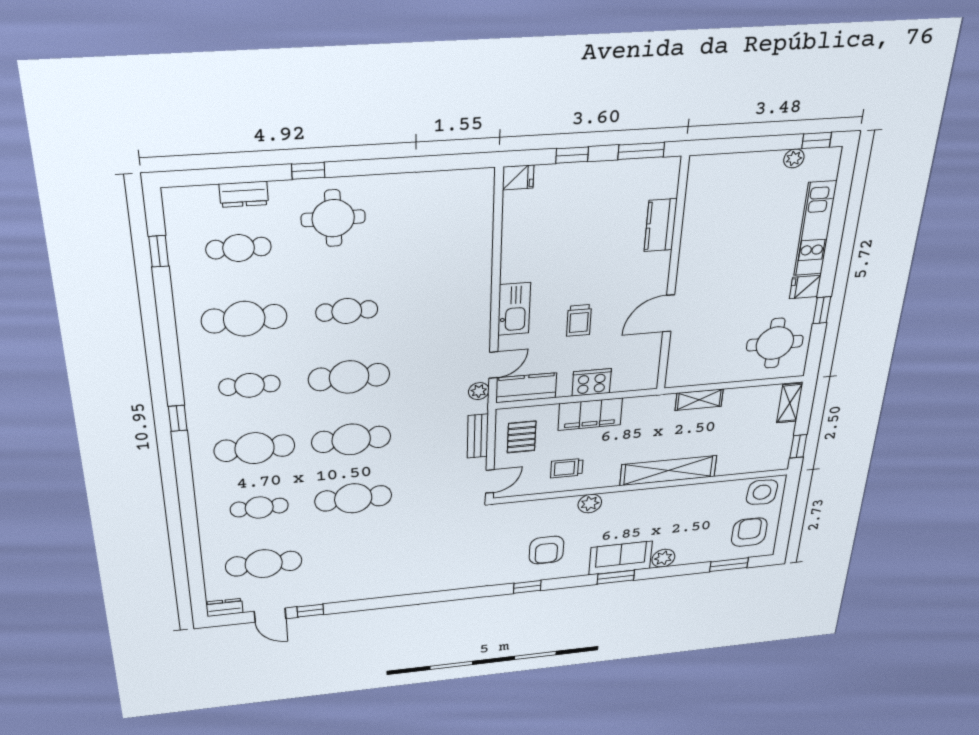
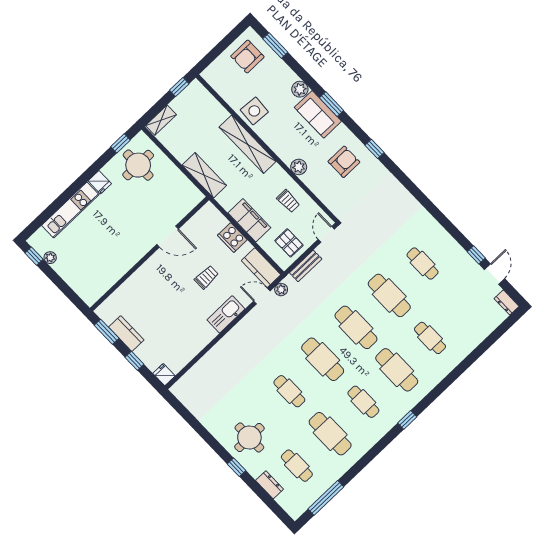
kitchen counter: (661, 225) -> (126, 334), moved, turned -90
window: (159, 251) -> (326, 498), width x2.17
window: (822, 310) -> (121, 143), moved
shelving: (699, 400) -> (204, 175), width x1.50, depth x1.33
pallet: (522, 437) -> (289, 243), turned 90
door: (490, 481) -> (326, 234), hinge flipped
side table: (762, 492) -> (254, 111), moved
cafe table: (264, 564) -> (423, 264), moved, width x0.73, depth x0.74

